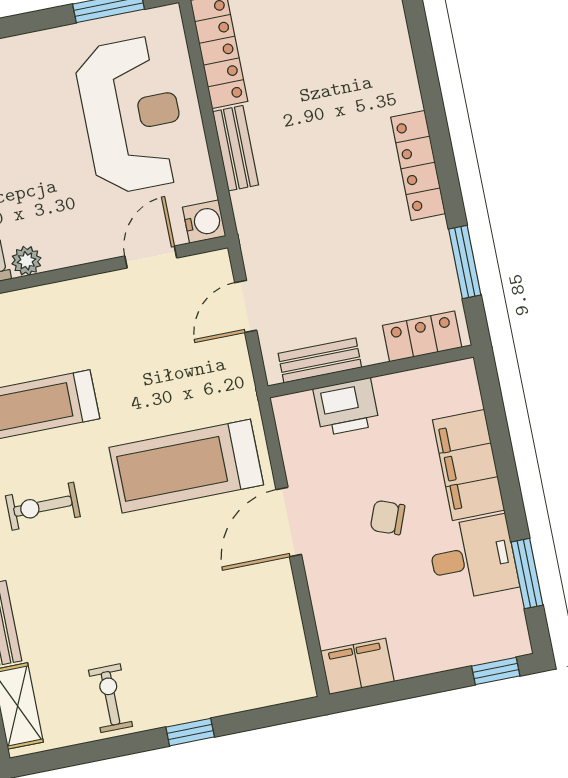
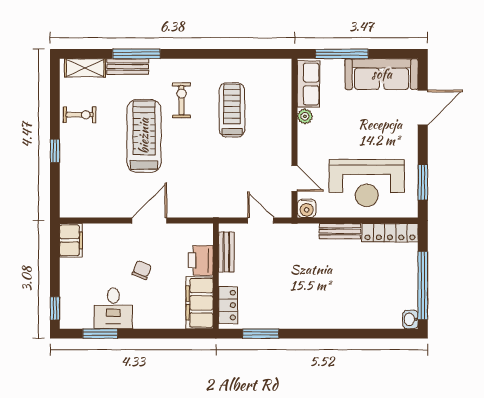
locker: (418, 165) -> (313, 320), removed
filing cabinet: (468, 465) -> (200, 303), moved, turned -90
treadmill: (186, 466) -> (144, 136), moved
door: (289, 522) -> (149, 221), hinge flipped

